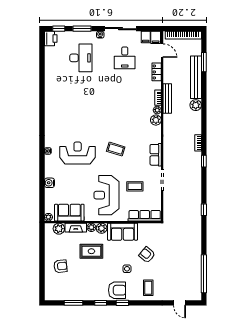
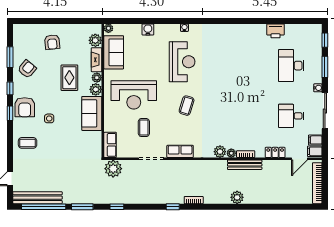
printer: (51, 39) -> (275, 31), moved
desk: (81, 58) -> (291, 66), turned 90
window: (204, 62) -> (82, 207), moved
bench: (196, 77) -> (37, 198), moved
reception desk: (106, 195) -> (134, 95), turned 180
plant: (171, 213) -> (113, 169), added
row of seats: (145, 216) -> (110, 145), width x0.68
armchair: (147, 255) -> (27, 69), moved

